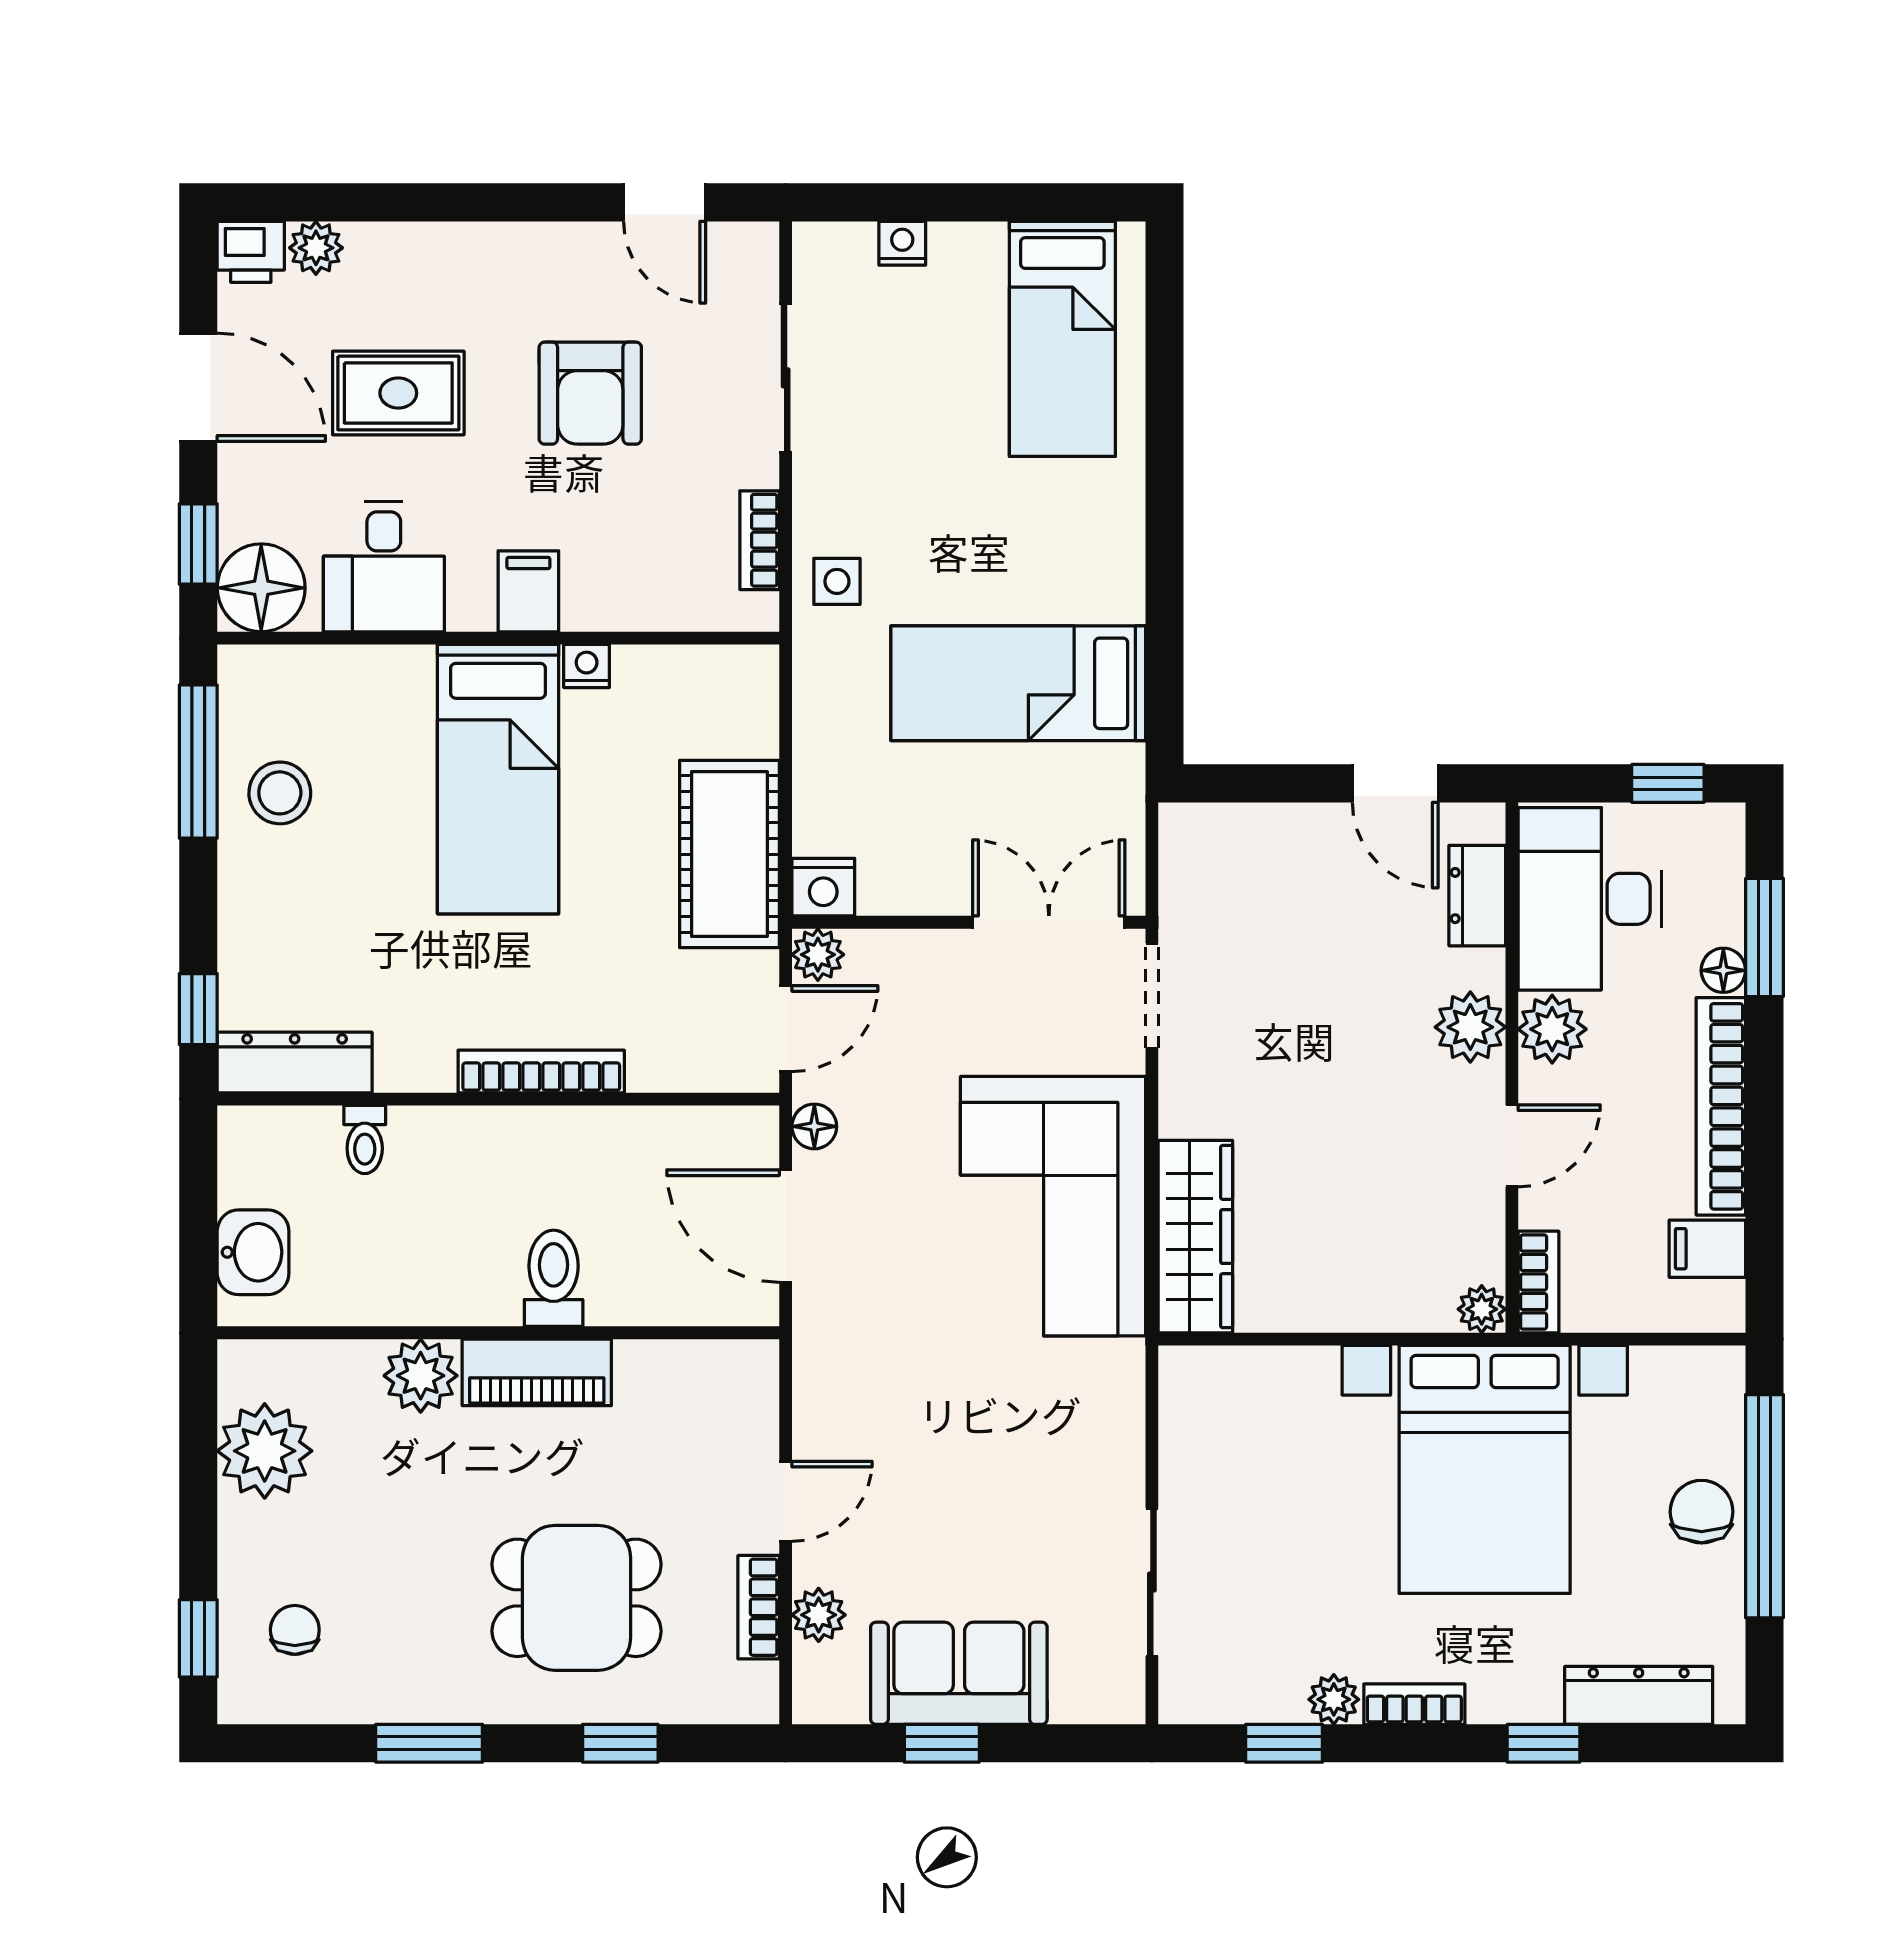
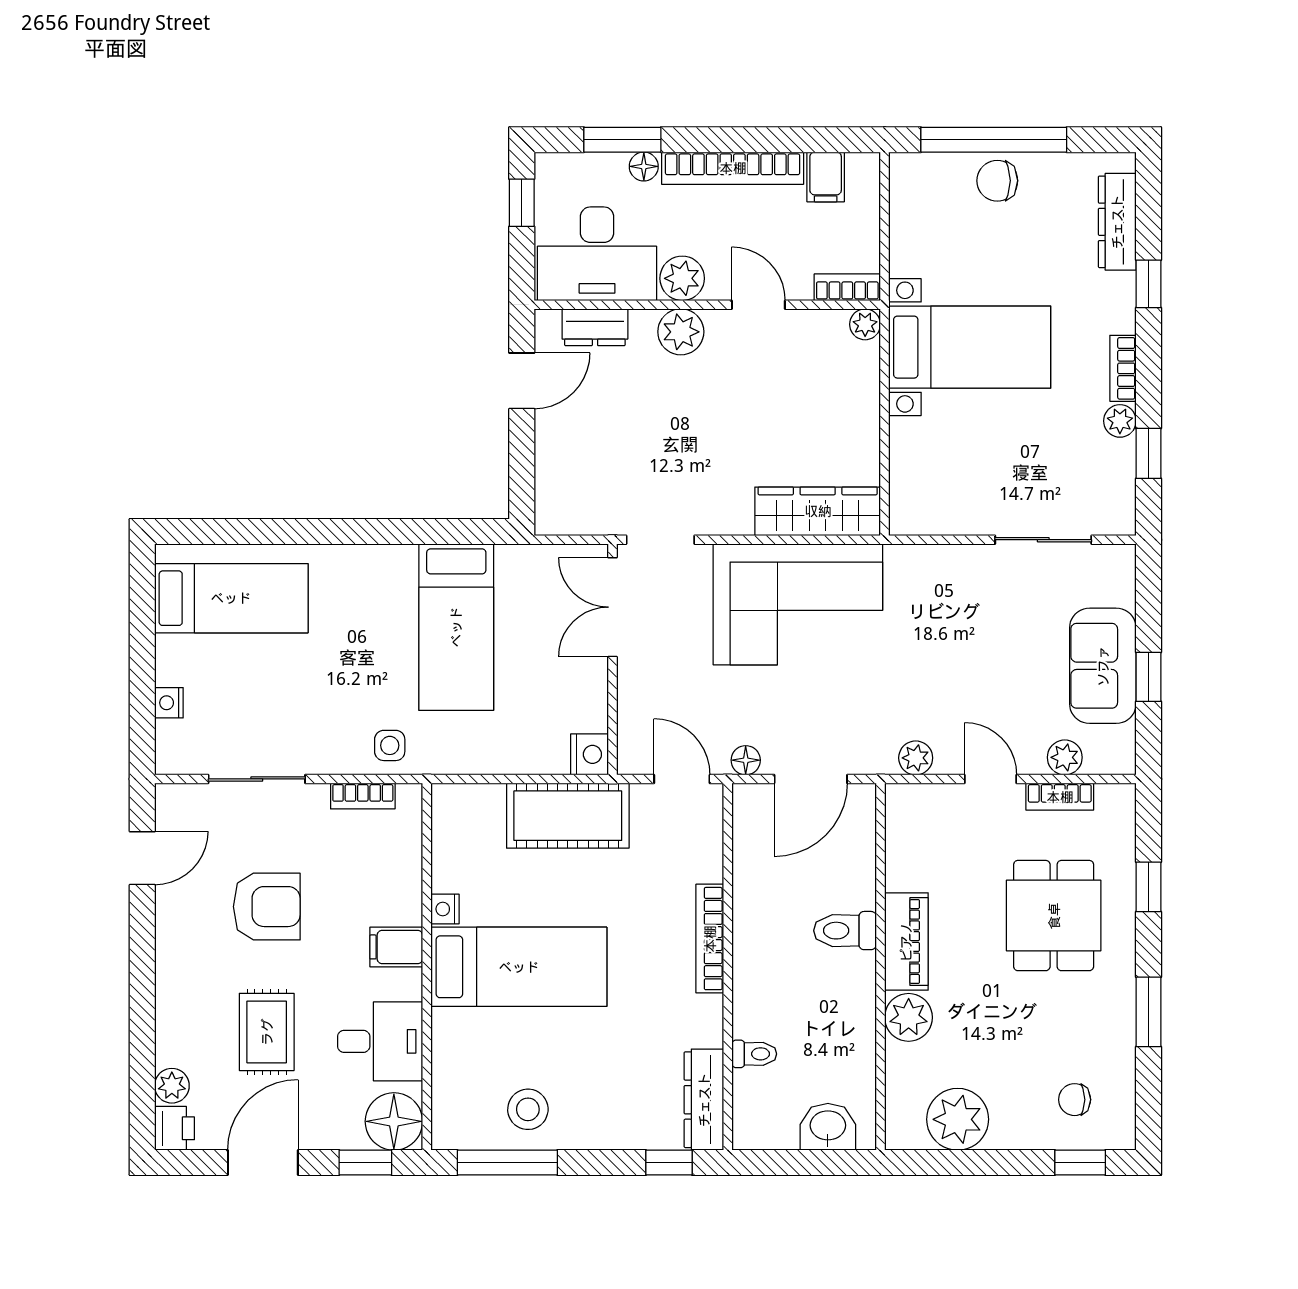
plant: (818, 955) -> (916, 758), moved
bed with nightstands: (1485, 1469) -> (970, 347), width x0.73

